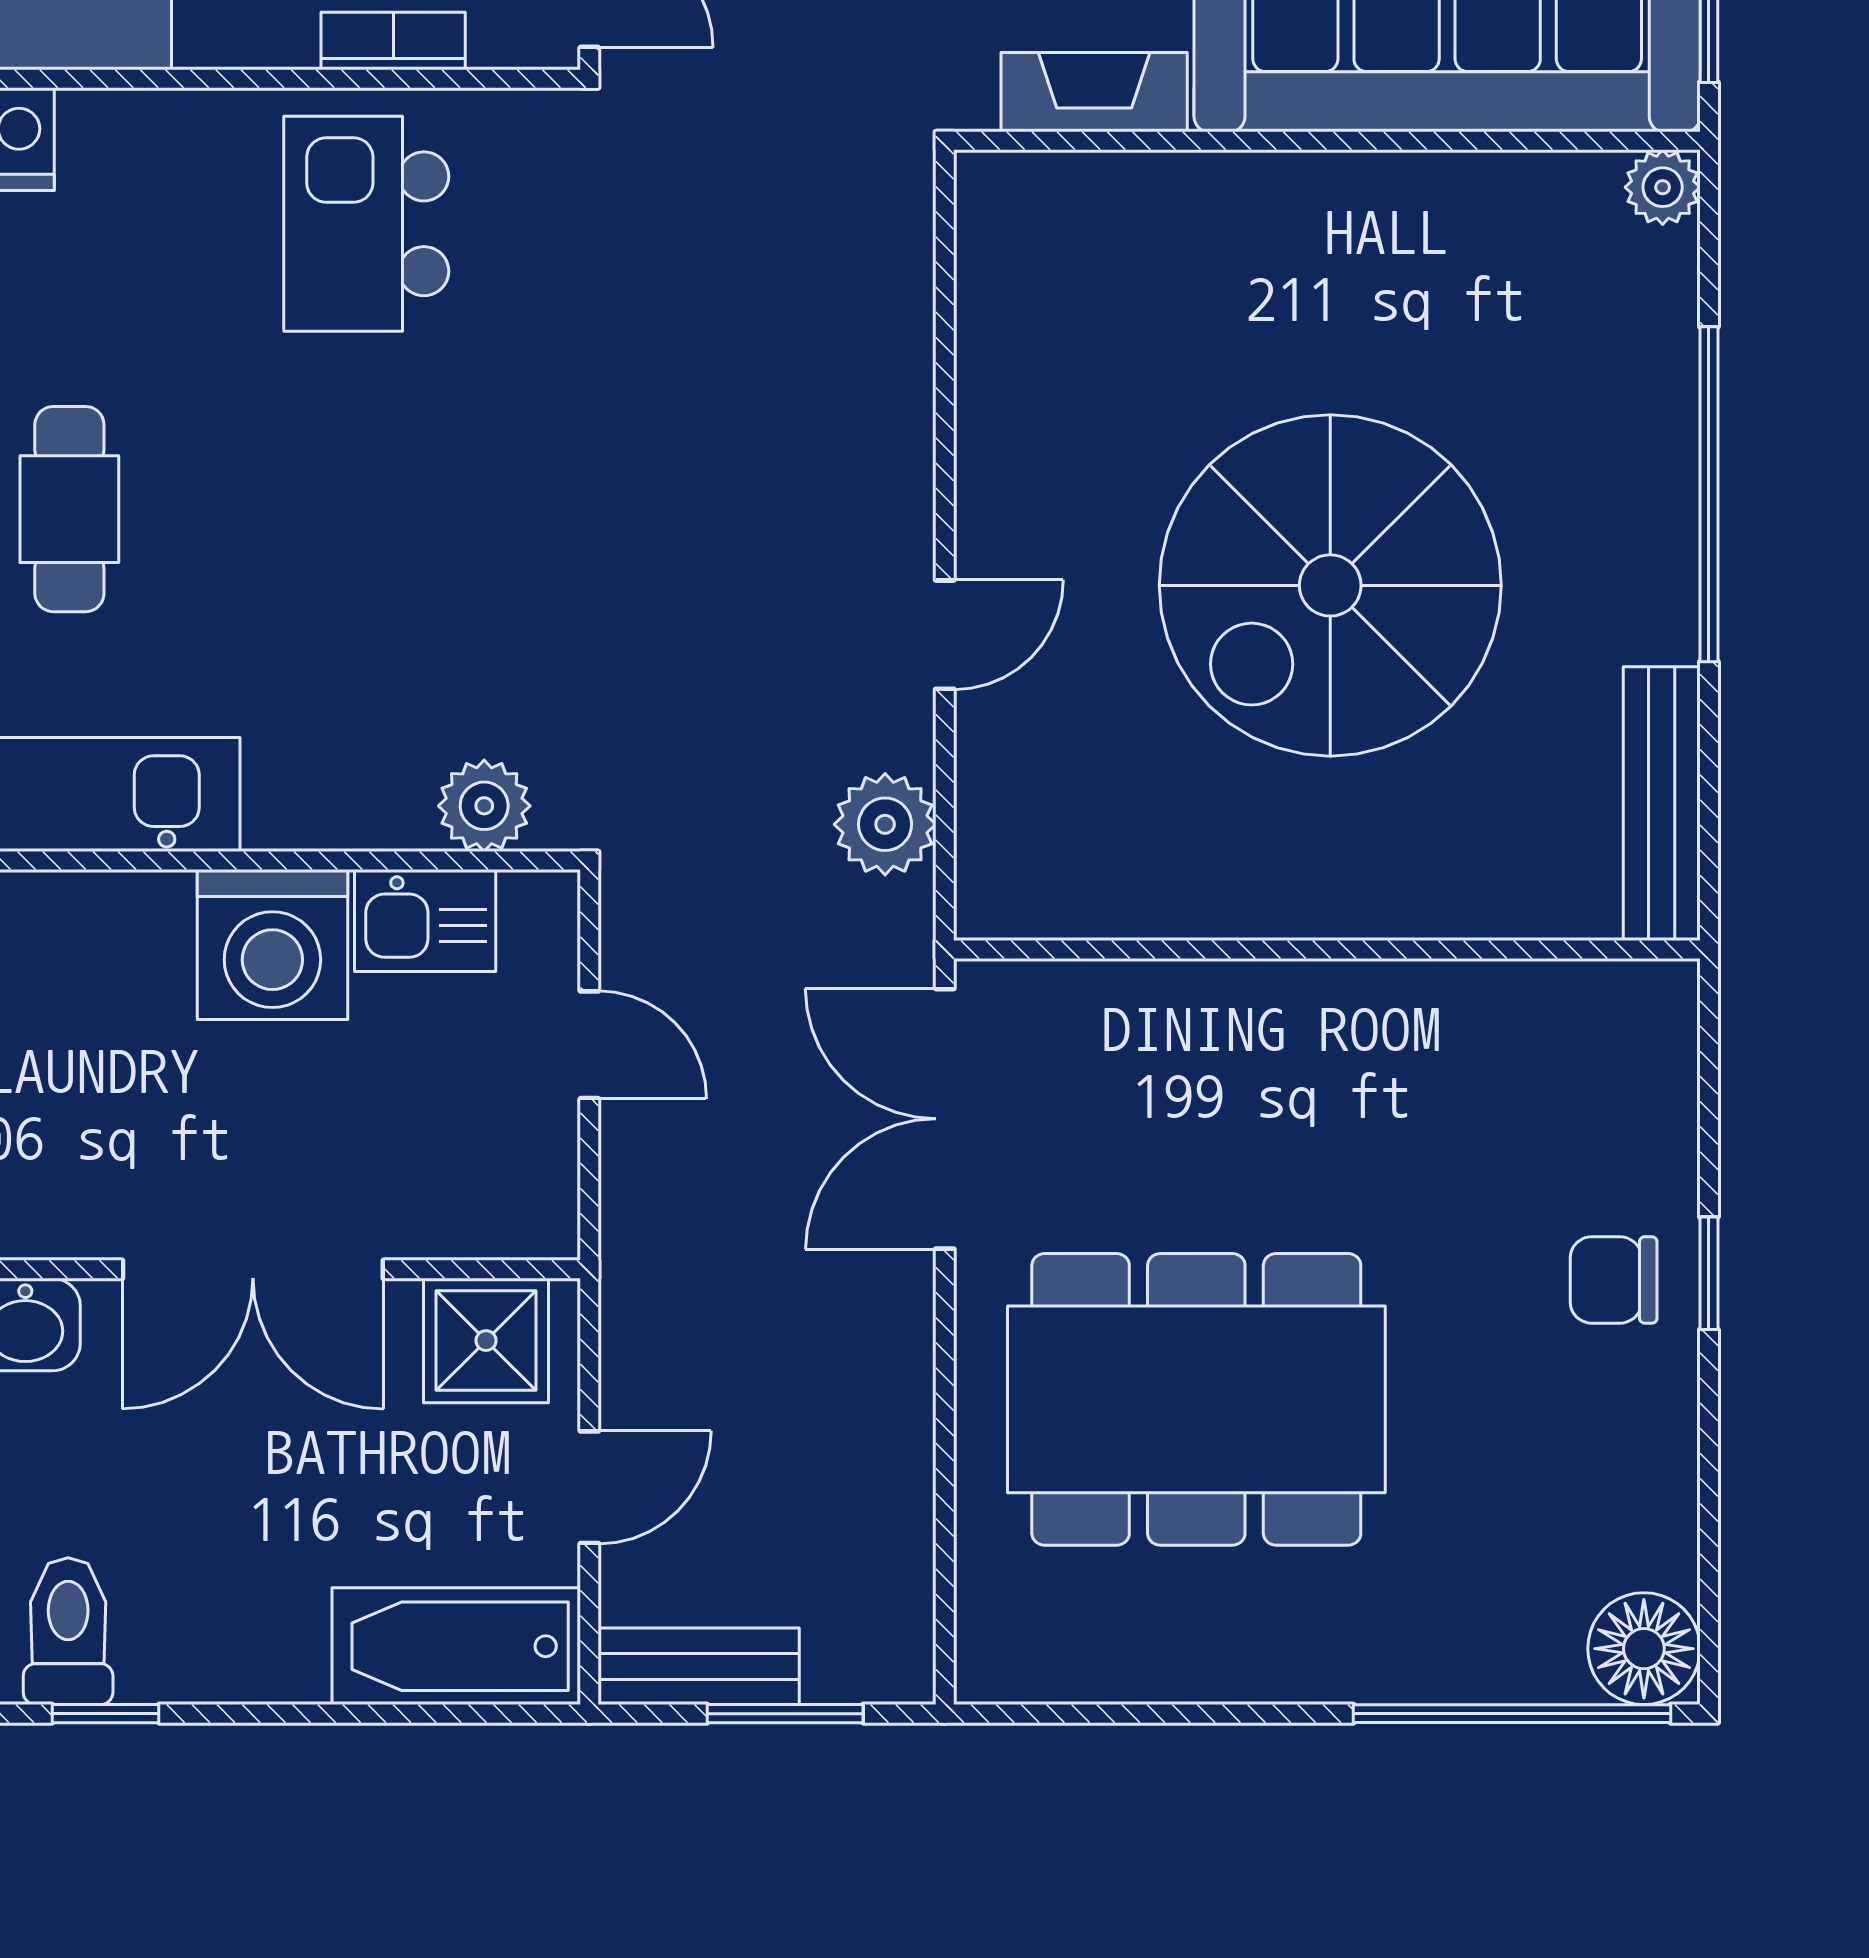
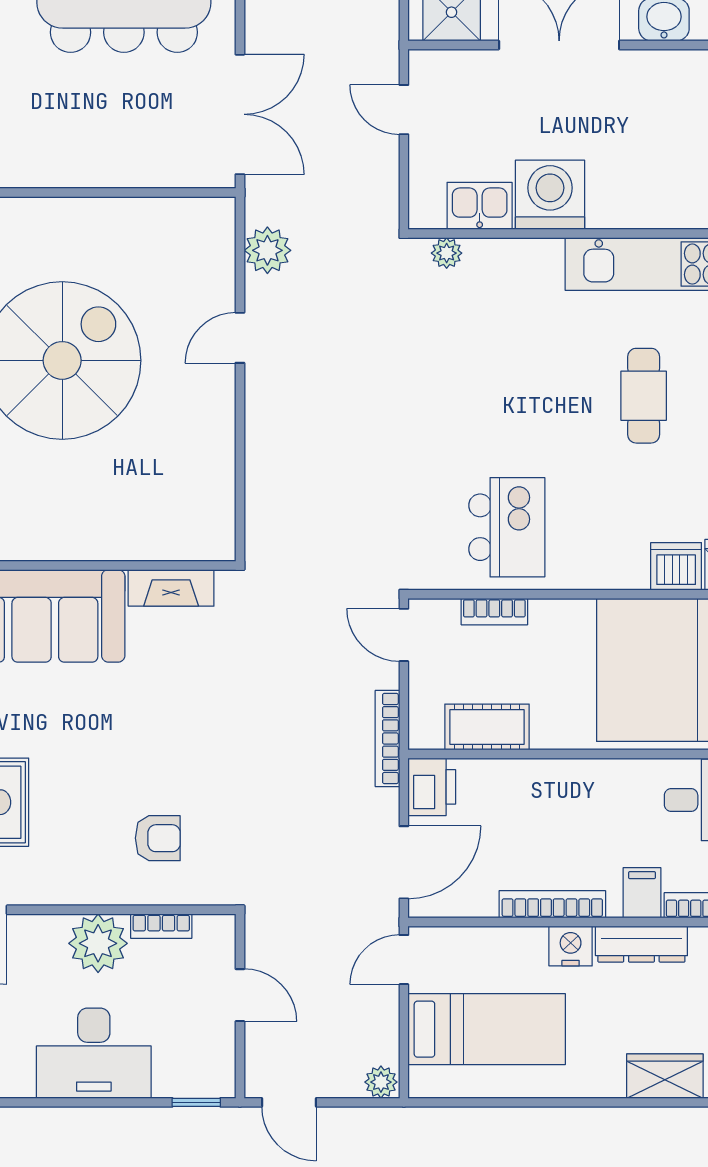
plant: (484, 806) -> (447, 253), width x0.73, depth x0.73
door: (589, 1045) -> (404, 110), moved

